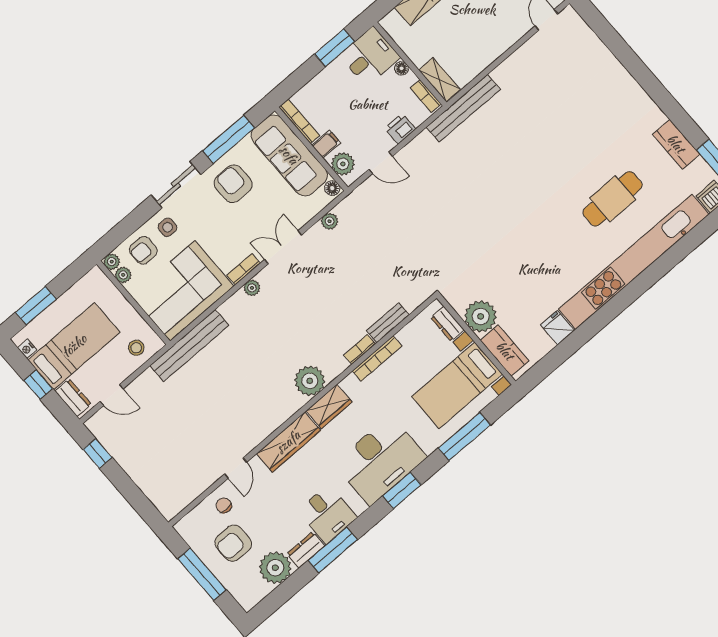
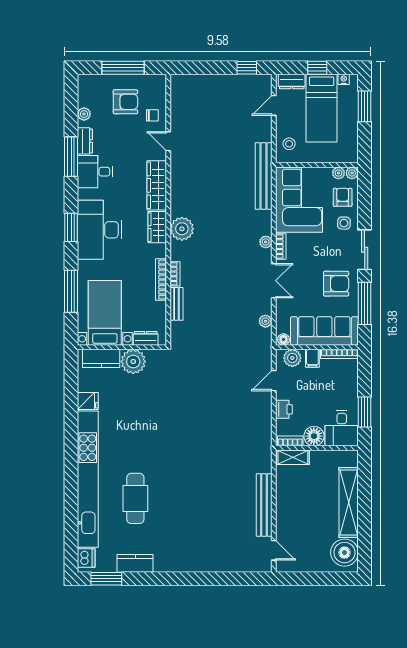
floor lamp: (402, 68) -> (314, 436), width x1.89, depth x1.89
bench: (463, 108) -> (264, 505), moved
armchair: (233, 543) -> (125, 102), turned 90
plant: (275, 568) -> (84, 114), width x0.53, depth x0.53

